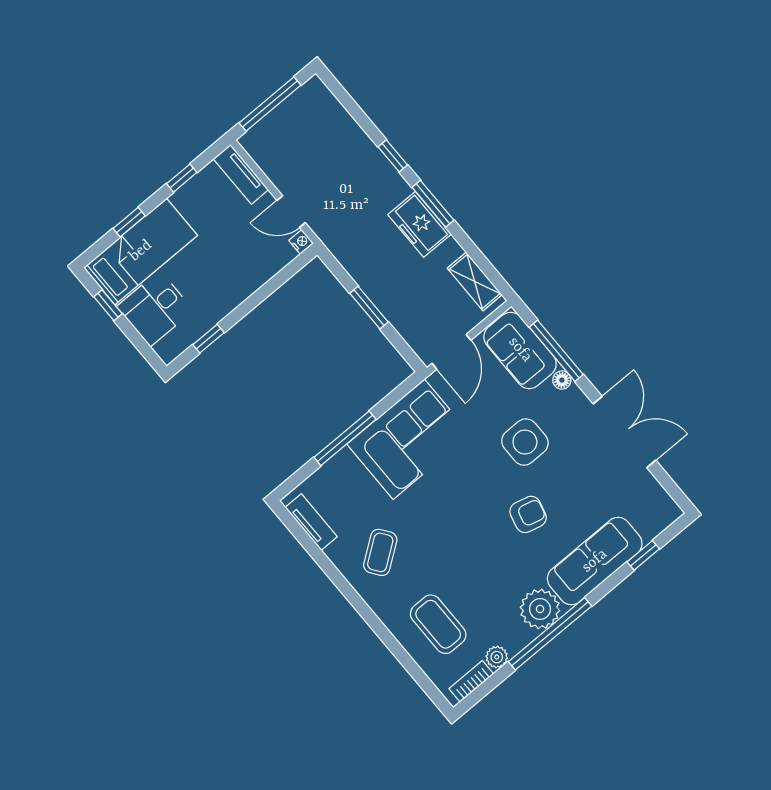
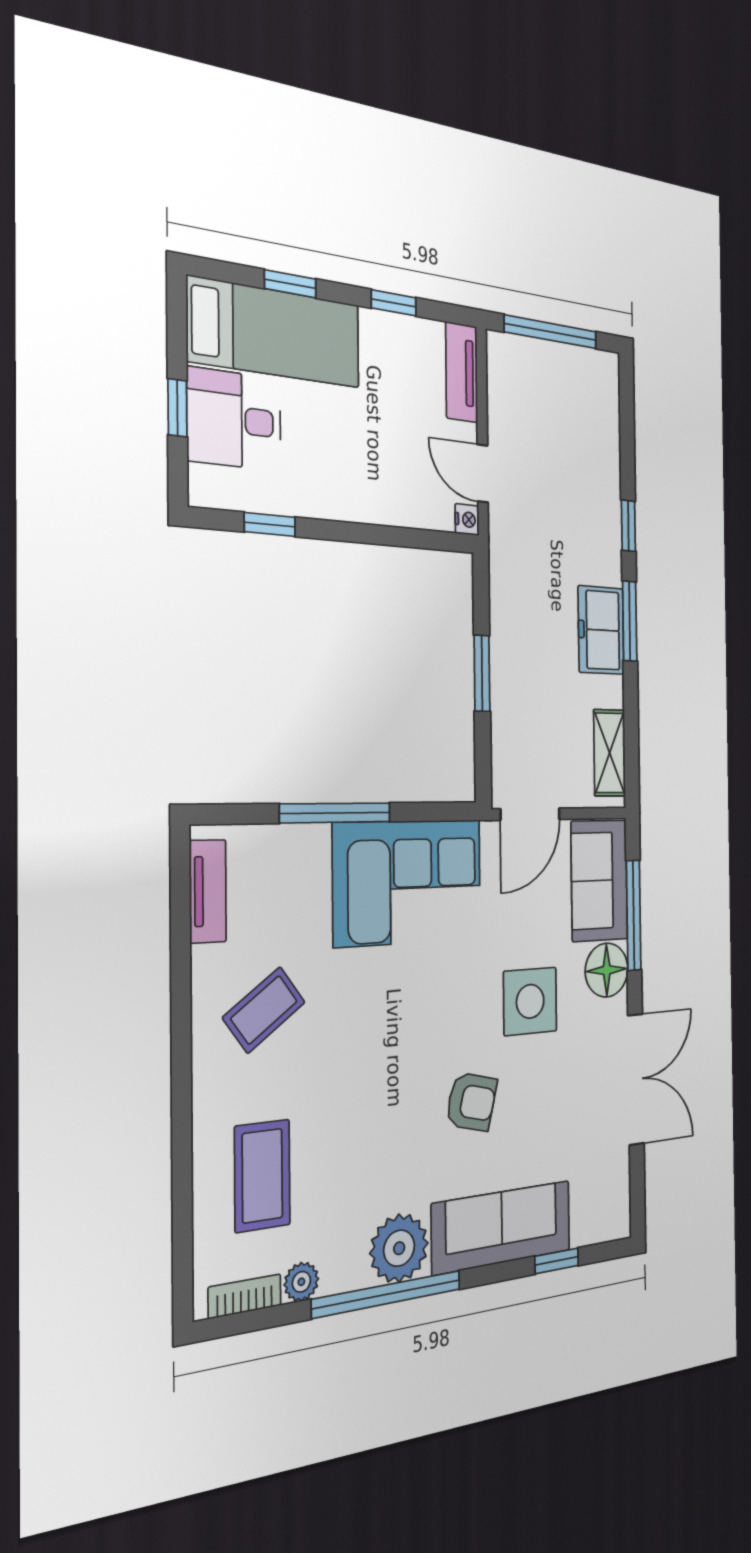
window: (108, 305) -> (177, 408), moved
floor lamp: (562, 380) -> (607, 970), width x1.89, depth x1.89

